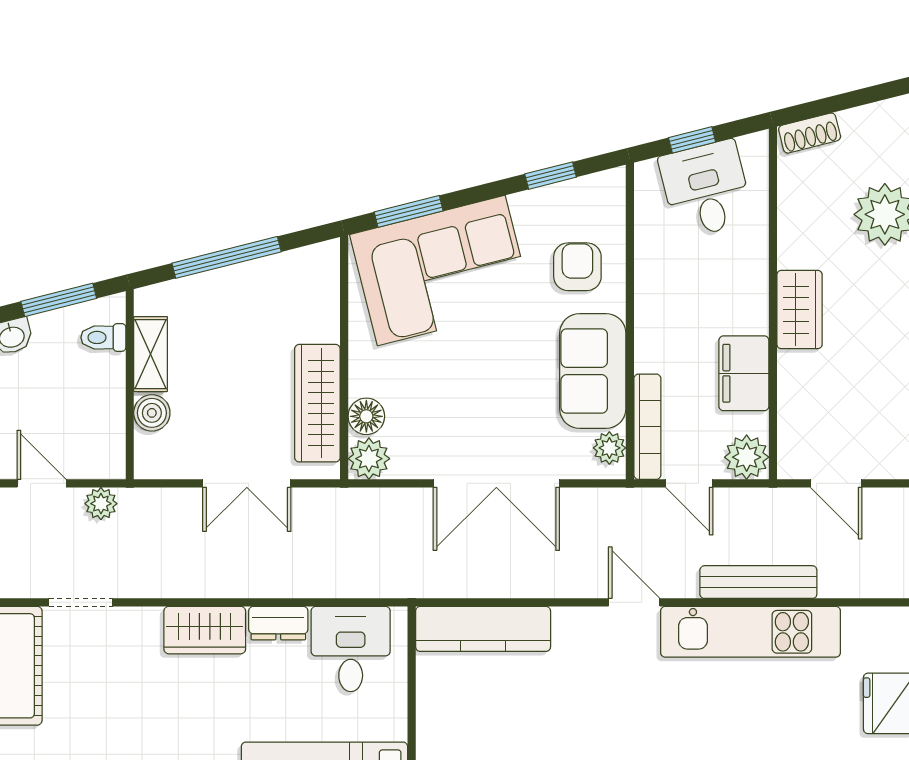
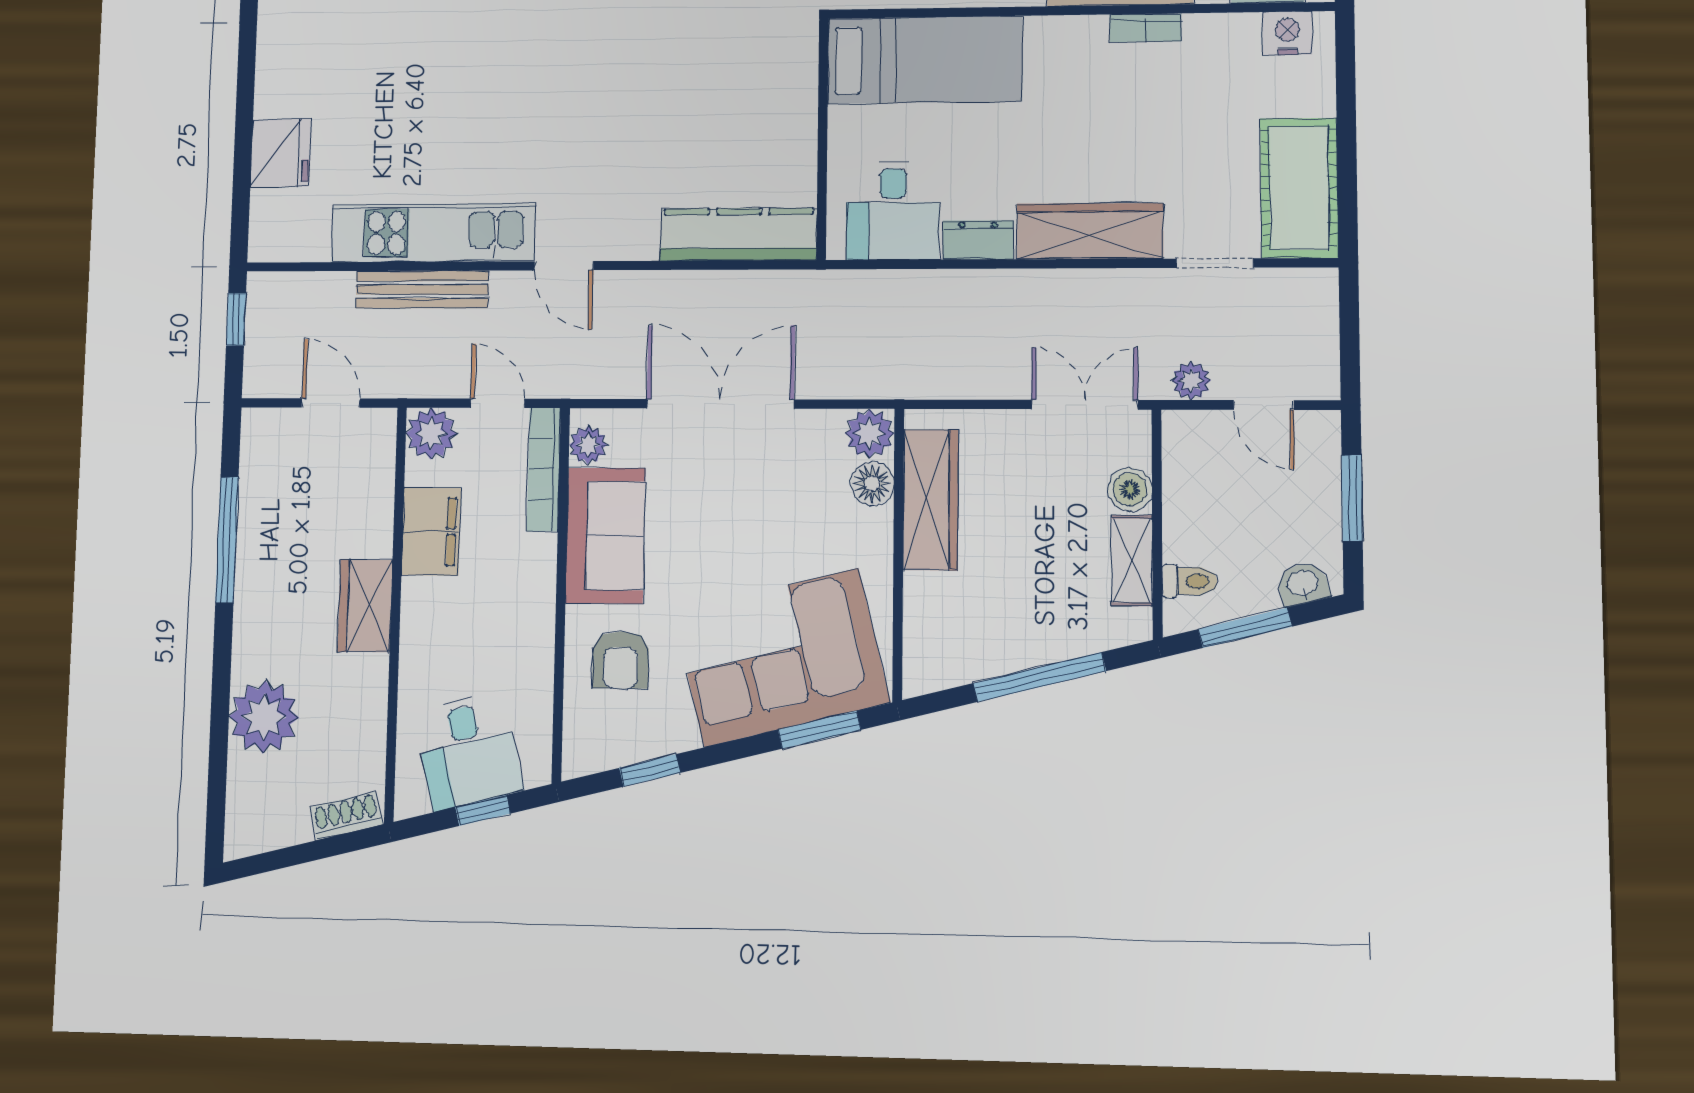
double door: (247, 483) -> (1085, 405), moved
wardrobe: (205, 630) -> (1090, 231), width x1.50

